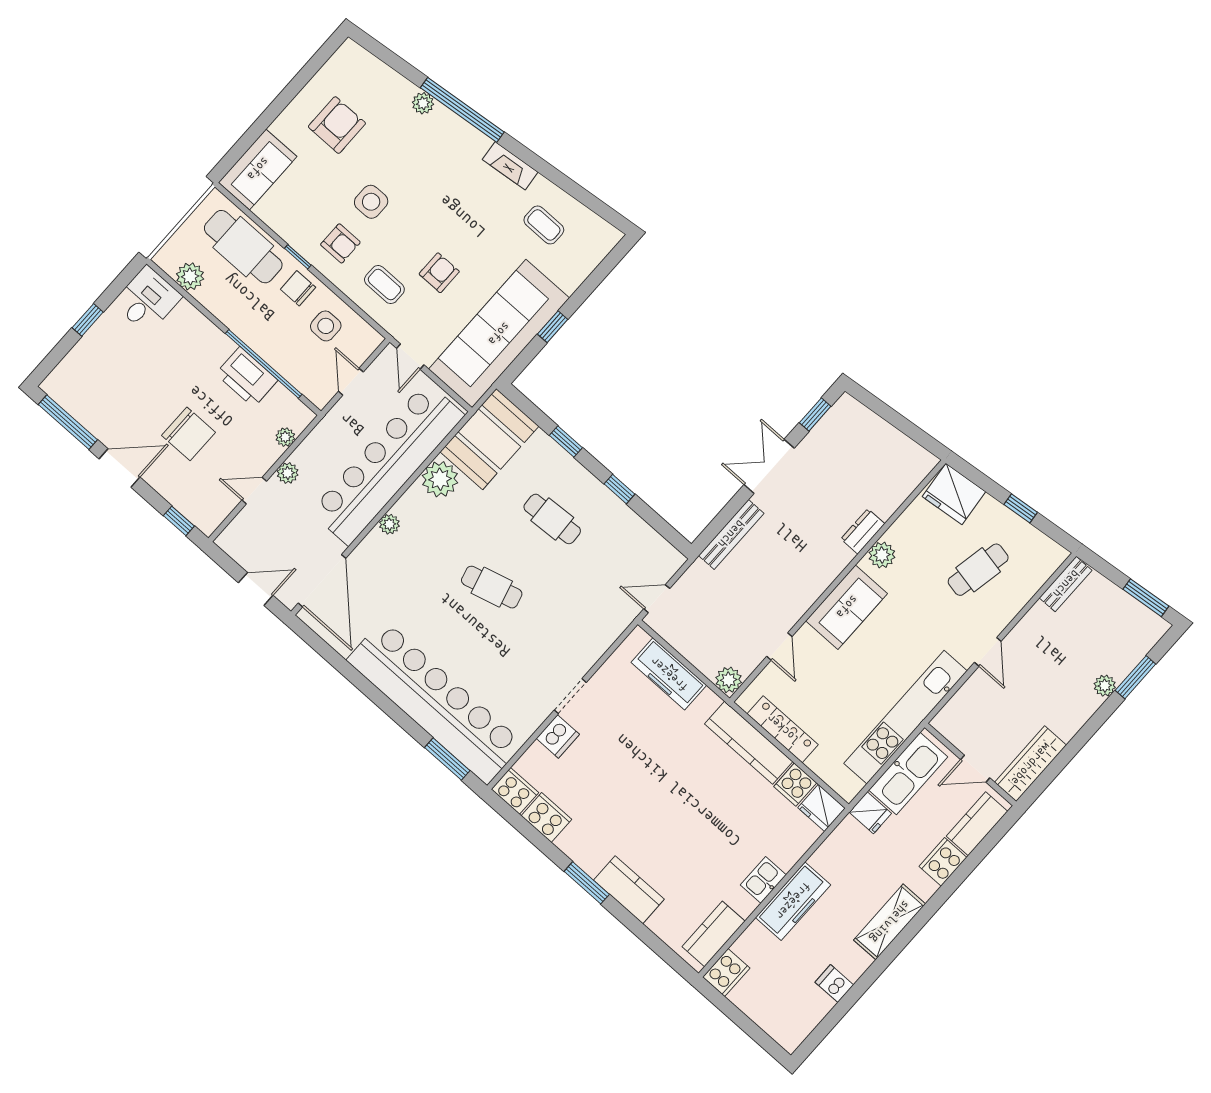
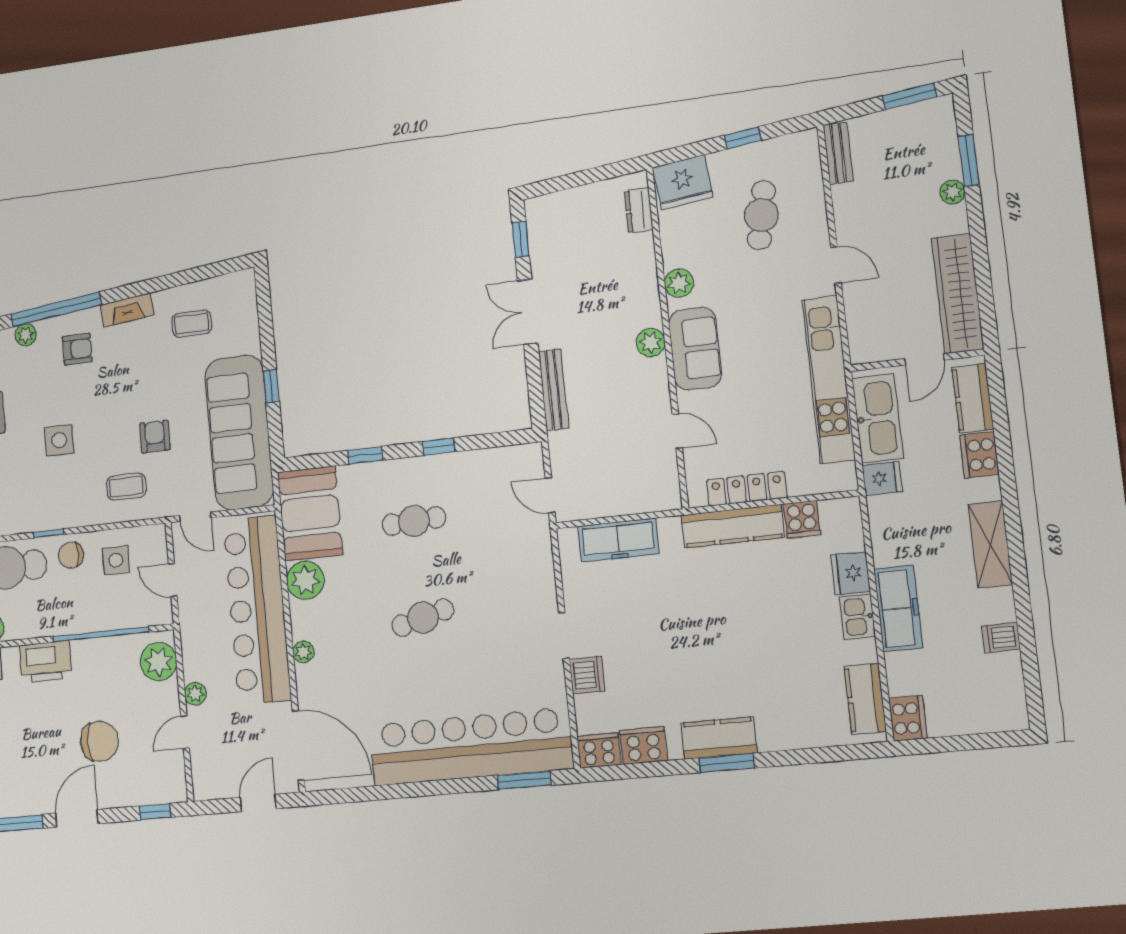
armchair: (340, 243) -> (77, 349), moved
printer: (247, 377) -> (46, 662), moved
plant: (285, 437) -> (159, 662), width x1.88, depth x1.88
dresser: (863, 531) -> (639, 210), moved
door: (657, 599) -> (550, 495), hinge flipped
plant: (729, 680) -> (651, 342), moved
wardrobe: (1031, 764) -> (957, 294), width x1.40, depth x1.17
fridge: (821, 808) -> (851, 573), moved, turned 90
kitchen counter: (629, 890) -> (719, 738), moved

